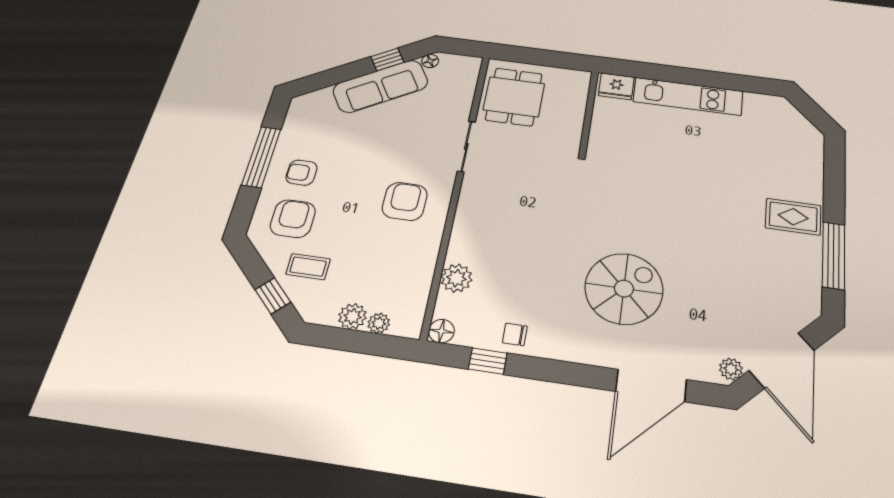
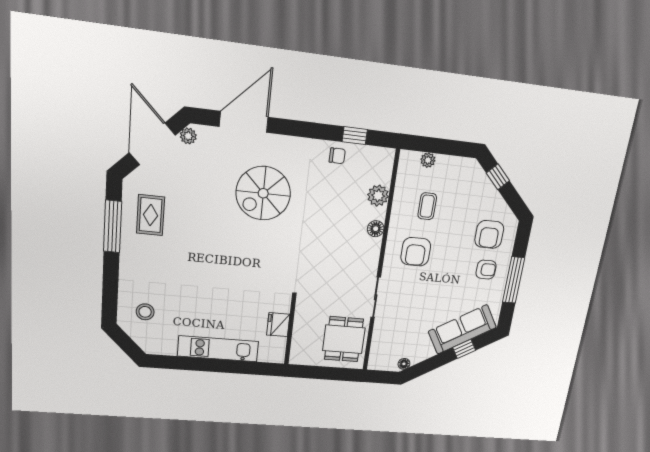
window: (387, 59) -> (464, 349), moved
sofa: (381, 86) -> (462, 329), moved
fridge: (616, 86) -> (278, 325), moved, turned -90
stool: (787, 147) -> (145, 312), added
rug: (793, 217) -> (151, 215), moved, turned 90
coffee table: (308, 267) -> (427, 206), moved, turned 90
plant: (352, 316) -> (445, 164), removed
floor lamp: (441, 331) -> (376, 229), moved

